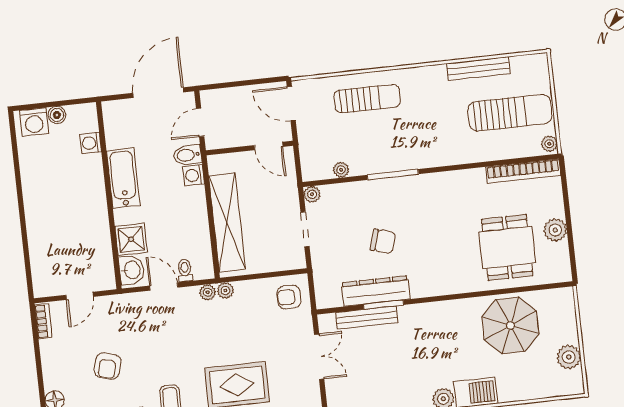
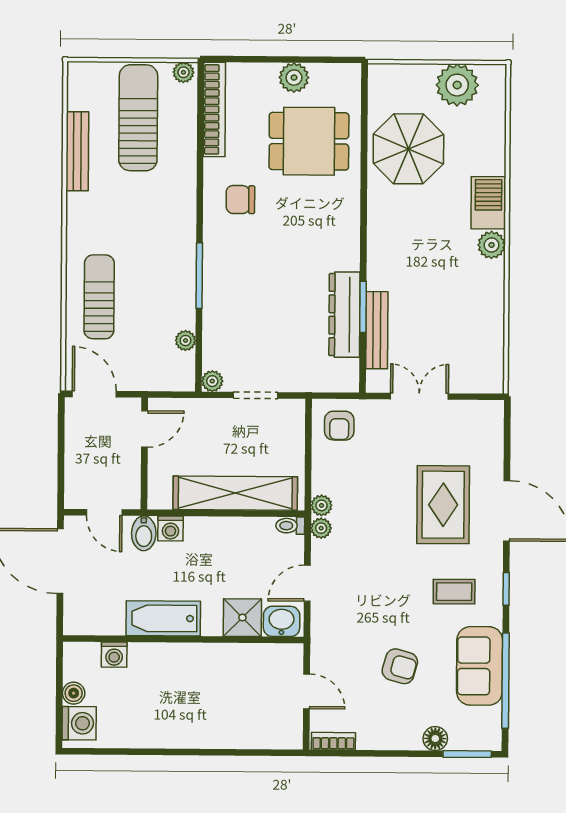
door: (291, 104) -> (94, 394), swing flipped
chair: (383, 241) -> (240, 200), moved, turned -107
toilet: (185, 270) -> (290, 526), moved
plant: (569, 357) -> (457, 85), width x1.36, depth x1.36

